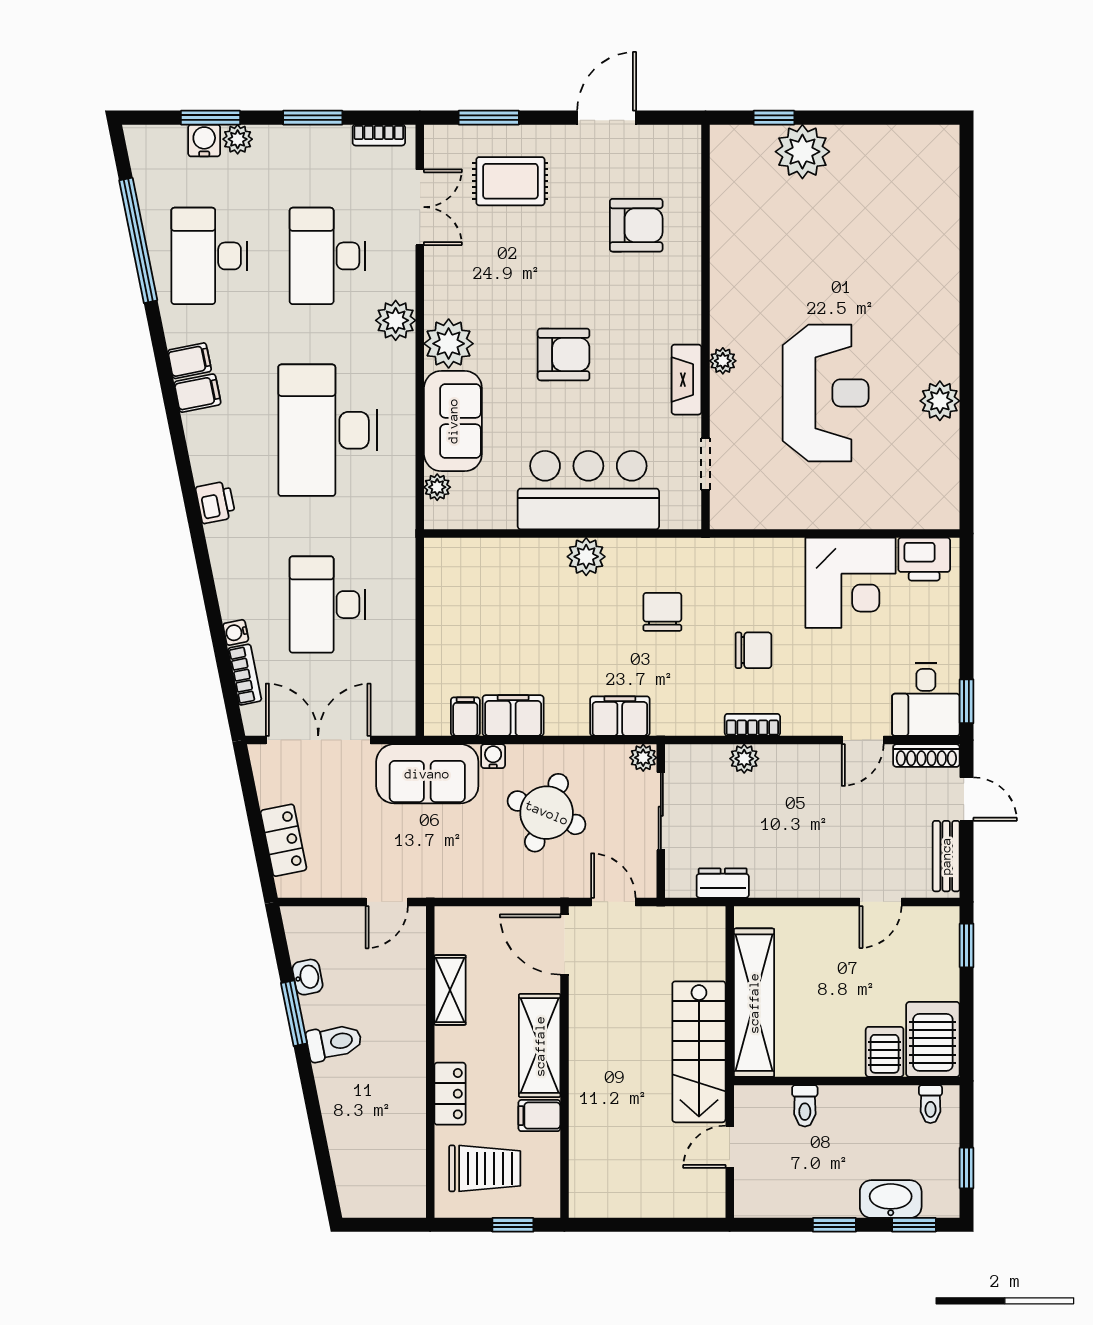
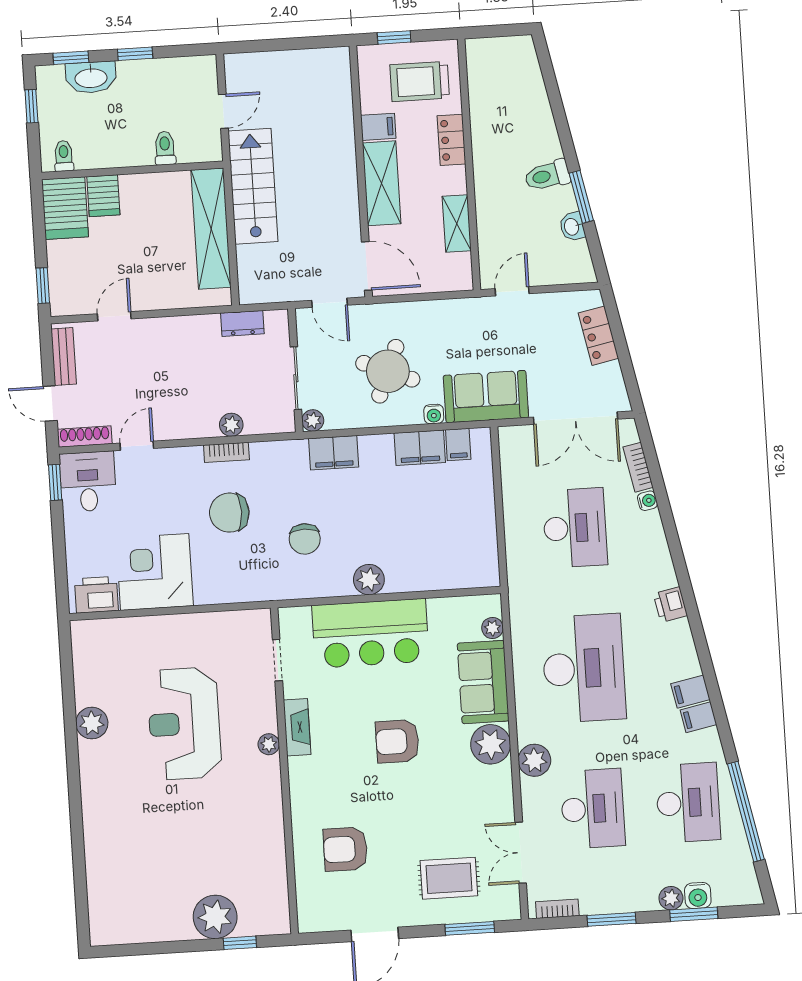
chair: (754, 650) -> (229, 513), width x1.37, depth x1.37

